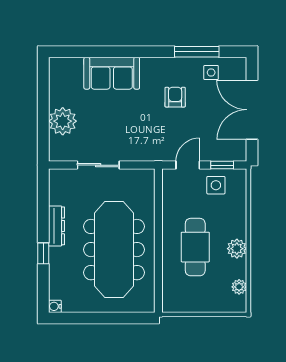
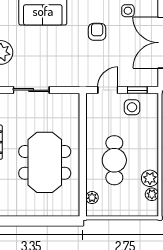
plant: (237, 249) -> (150, 178), moved
meeting table: (114, 250) -> (45, 162), width x0.73
plant: (169, 291) -> (92, 198), added

